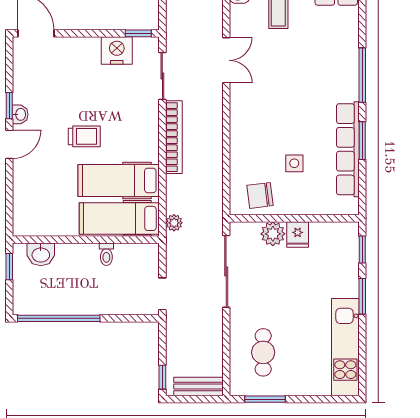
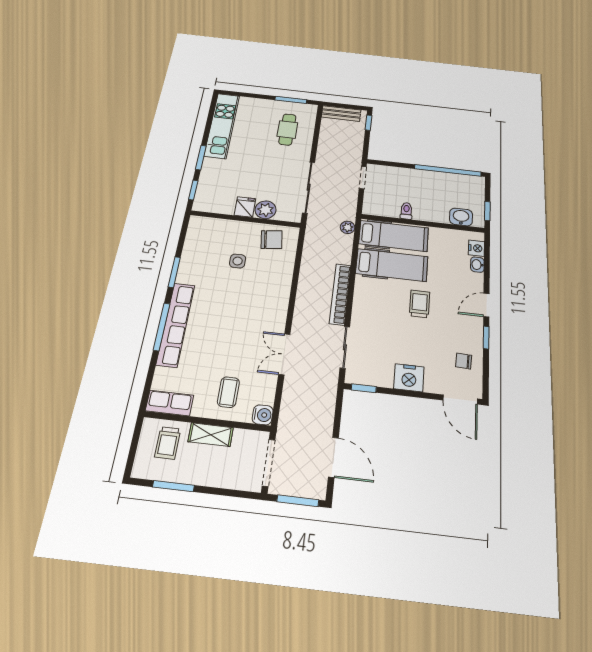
nightstand: (117, 50) -> (409, 378), moved
chair: (33, 76) -> (464, 361), added
washbasin: (20, 114) -> (477, 265), moved
trolley: (84, 136) -> (420, 304), turned 90
row of seats: (348, 149) -> (176, 324), moved
nightstand: (22, 215) -> (476, 248), added

